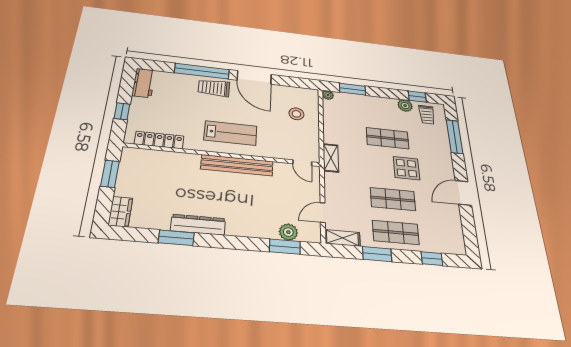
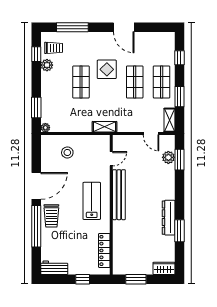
door: (302, 163) -> (111, 159), moved

